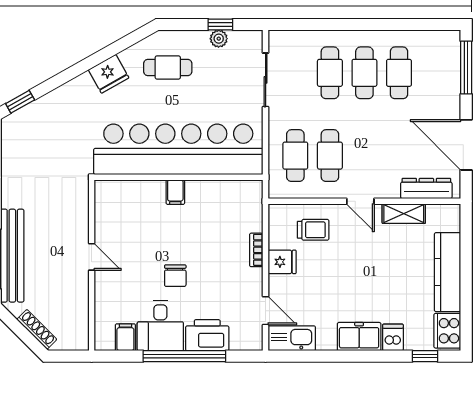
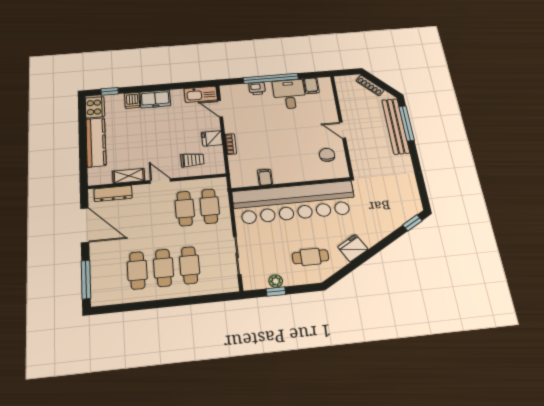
filing cabinet: (175, 192) -> (265, 177), moved
trolley: (313, 230) -> (192, 160), turned 180
chair: (175, 276) -> (327, 155), moved
printer: (207, 335) -> (257, 89), width x0.53, depth x0.68

